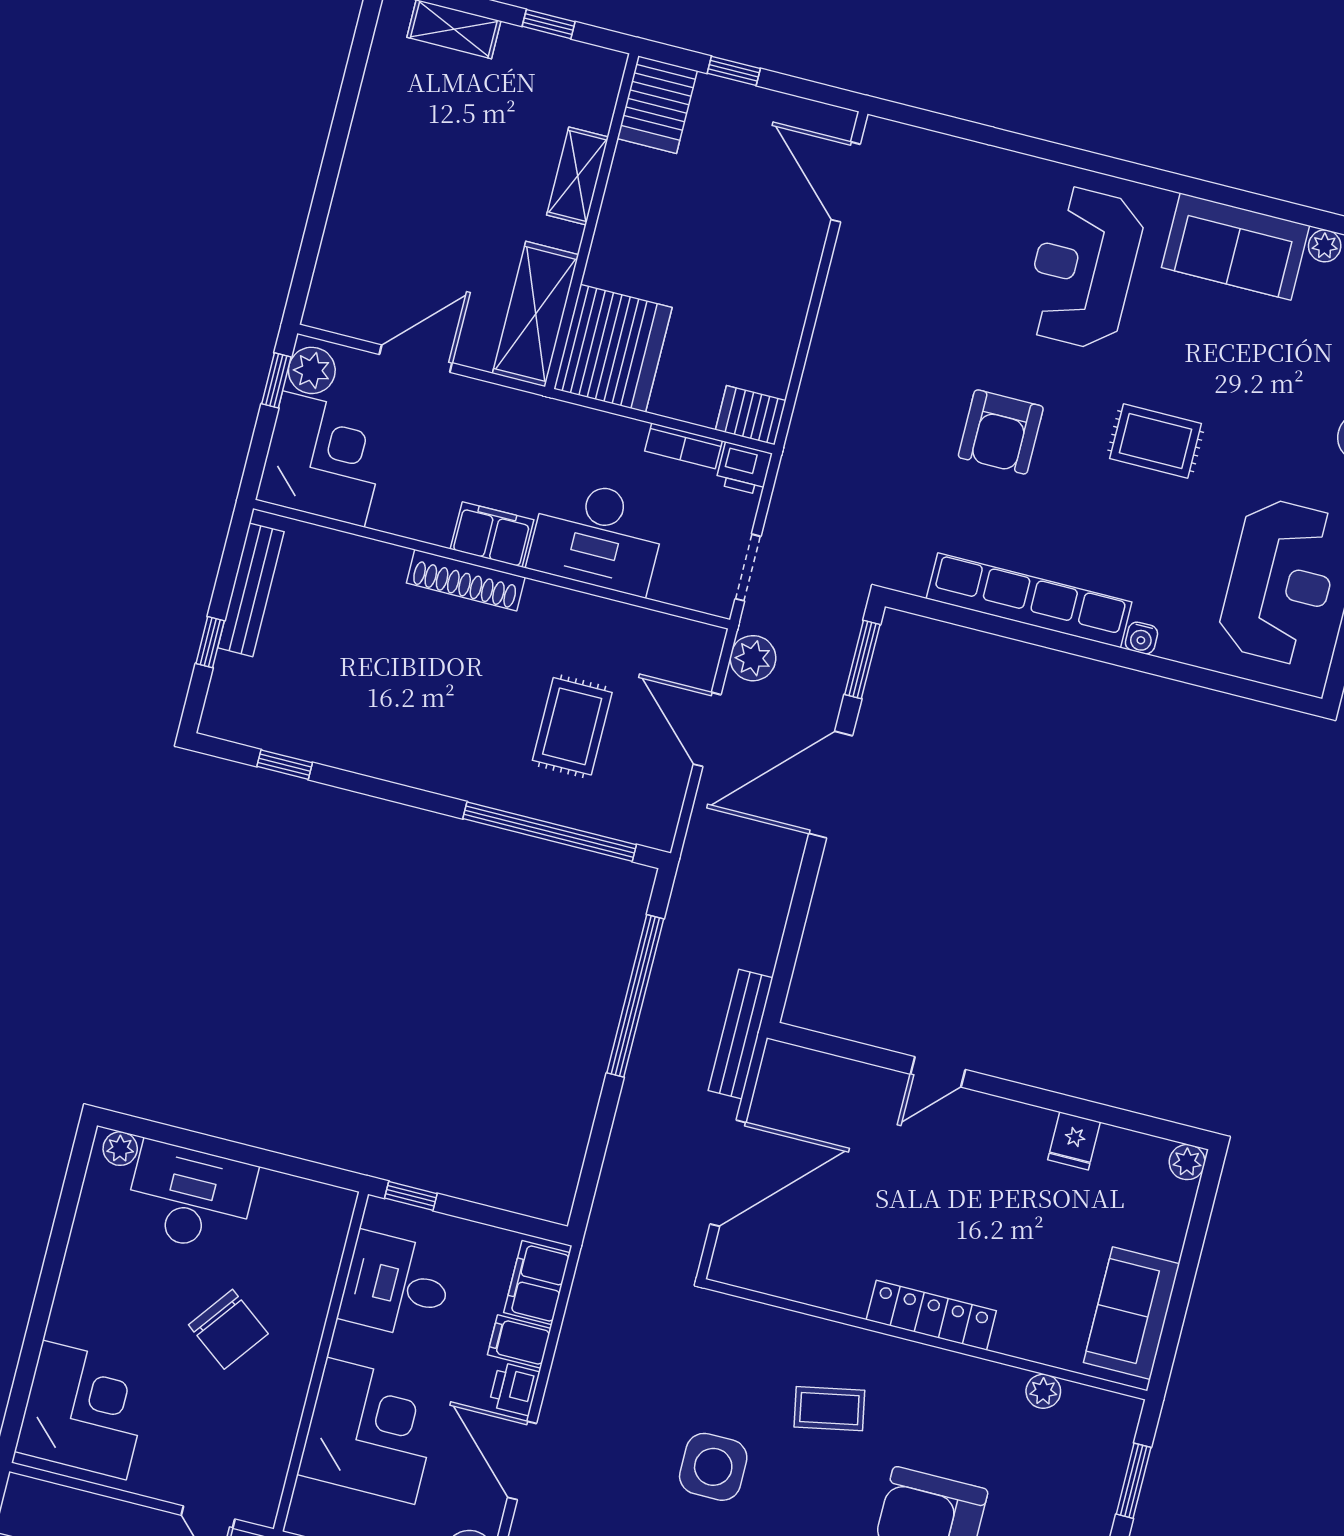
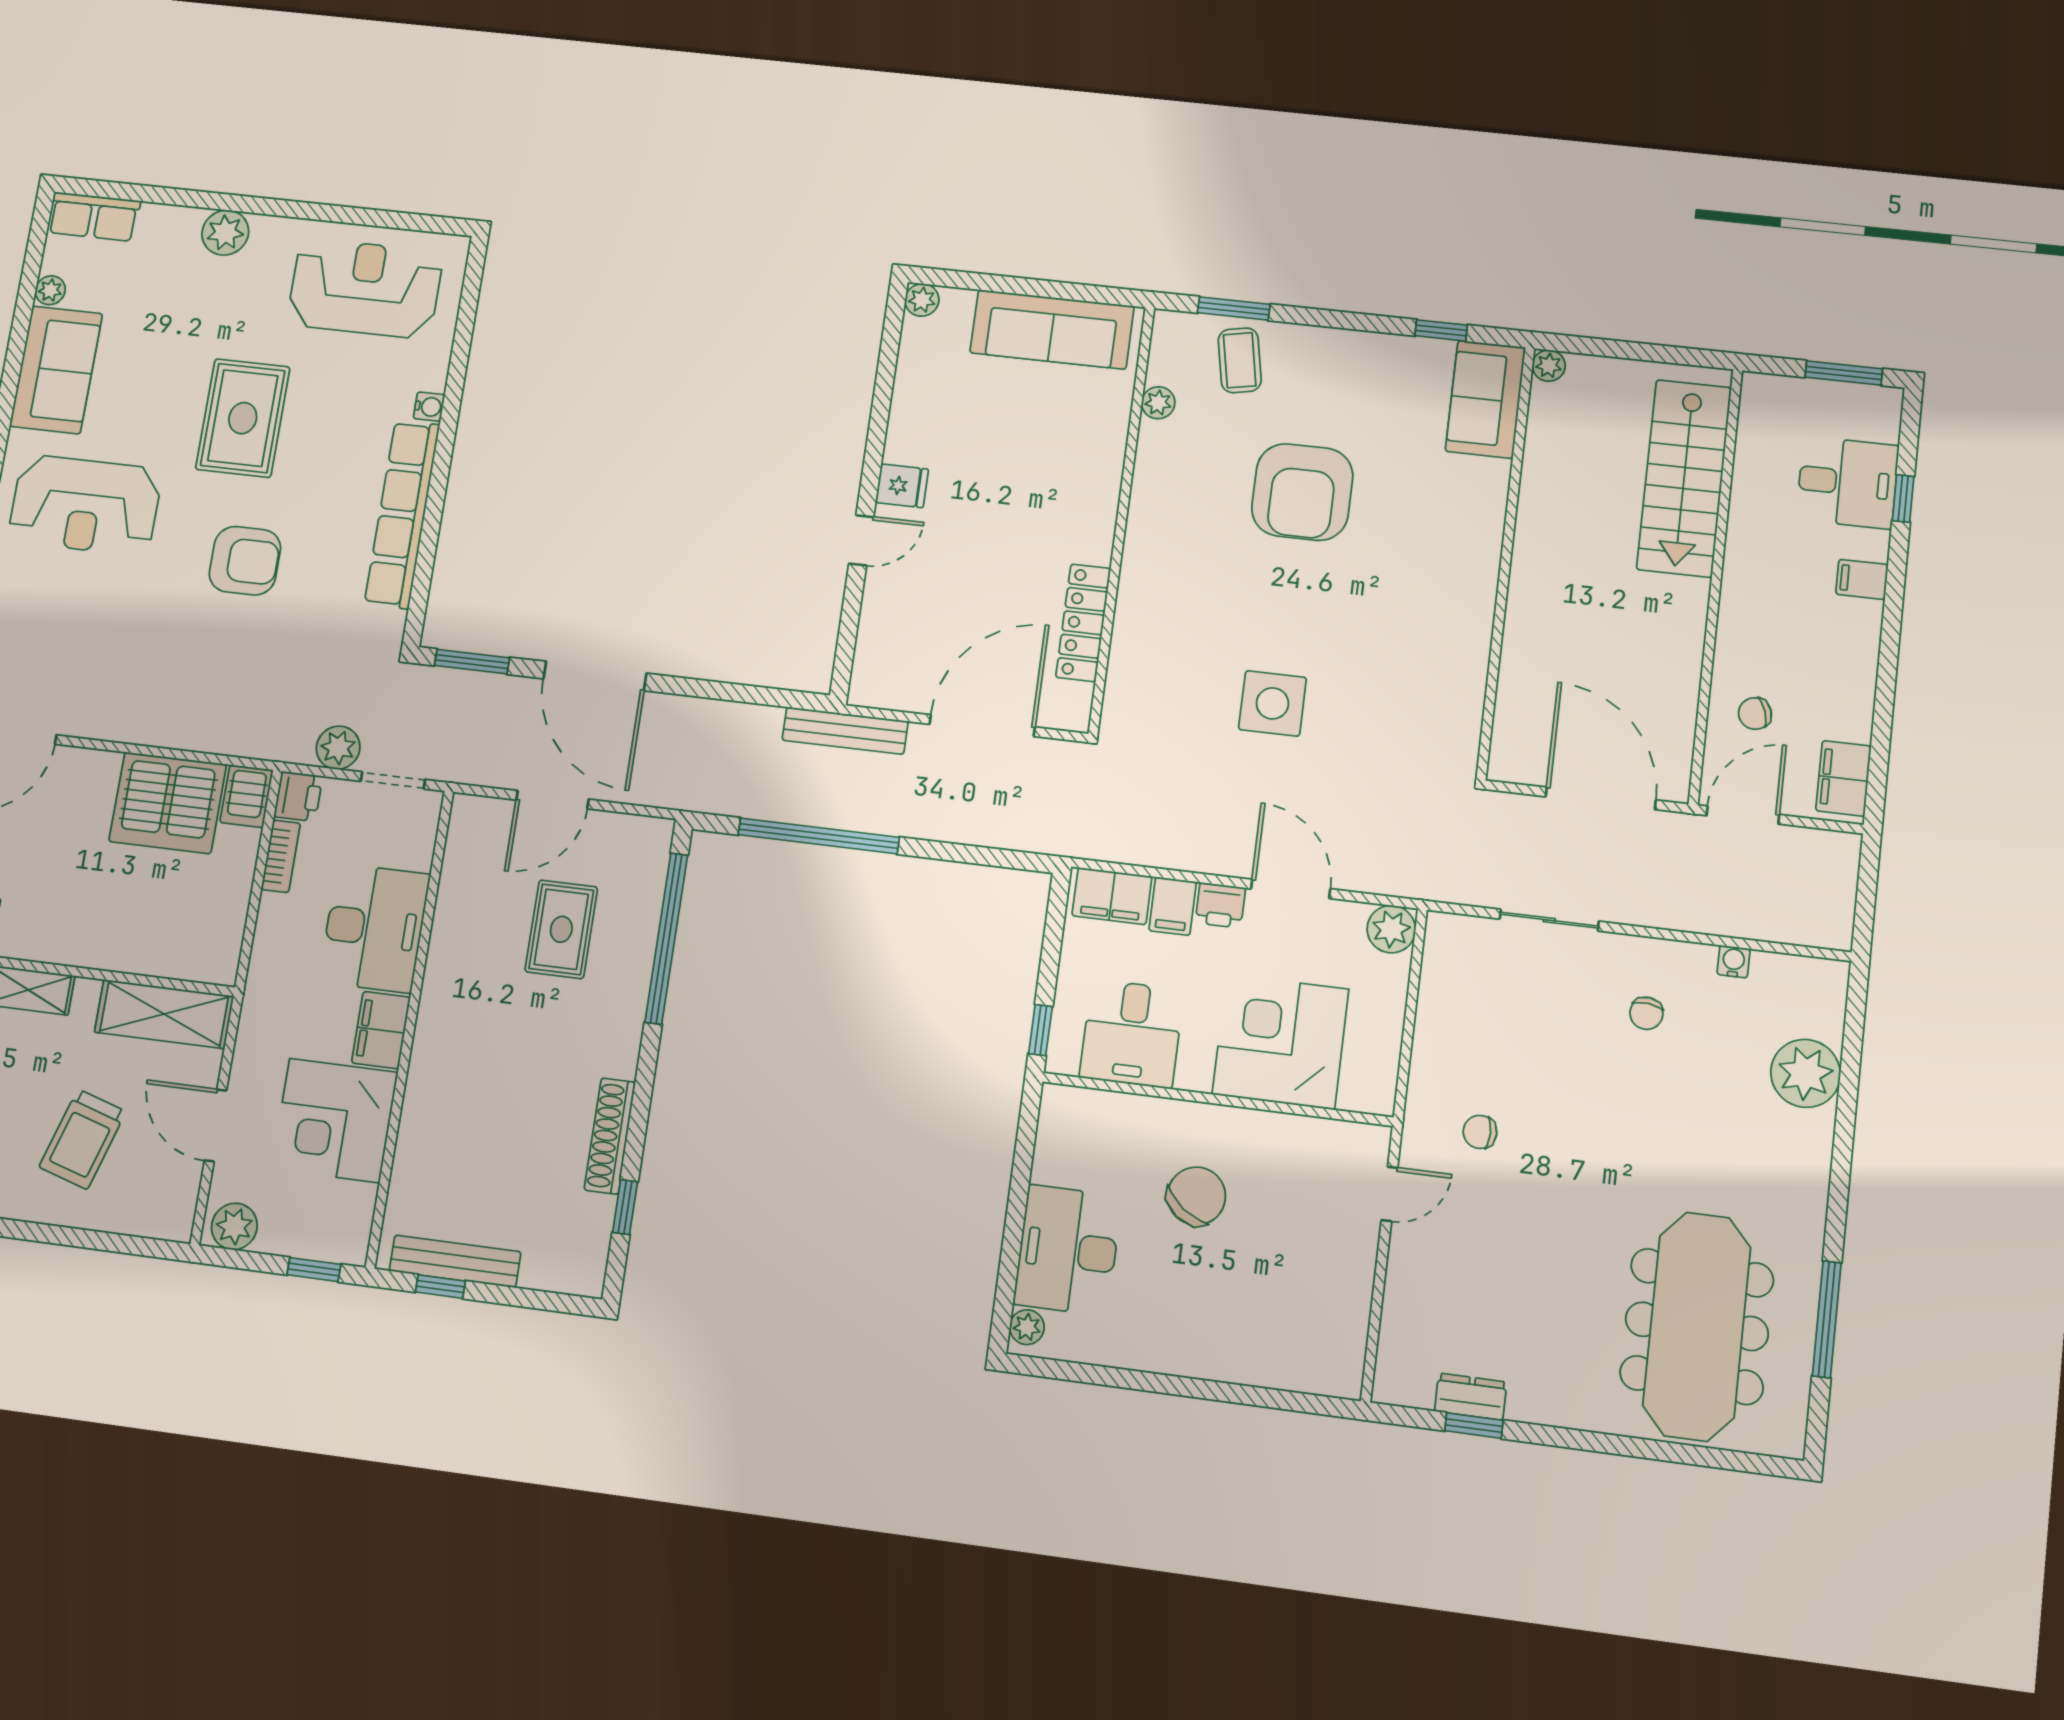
trolley: (418, 222) -> (82, 1139), added
server rack: (613, 348) -> (168, 803), moved, turned 180
window: (276, 380) -> (314, 1270), moved
rug: (1156, 441) -> (243, 418), width x1.36, depth x1.43
corner desk: (323, 459) -> (335, 1121), moved, turned -90
shoe rack: (466, 580) -> (610, 1136), moved, turned 180
window: (210, 642) -> (440, 1287), moved
plant: (753, 658) -> (338, 748), moved
rug: (572, 726) -> (561, 929), turned 90
door: (938, 1072) -> (861, 540), hinge flipped
fridge: (1074, 1141) -> (902, 486), moved
door: (728, 1173) -> (982, 726), hinge flipped
sofa: (1131, 1313) -> (1052, 329), width x1.36
locker: (931, 1315) -> (1083, 623), moved
coffee table: (829, 1409) -> (1240, 360), moved
corner desk: (84, 1410) -> (1297, 1333), removed
door: (522, 1460) -> (1291, 889), swing flipped

